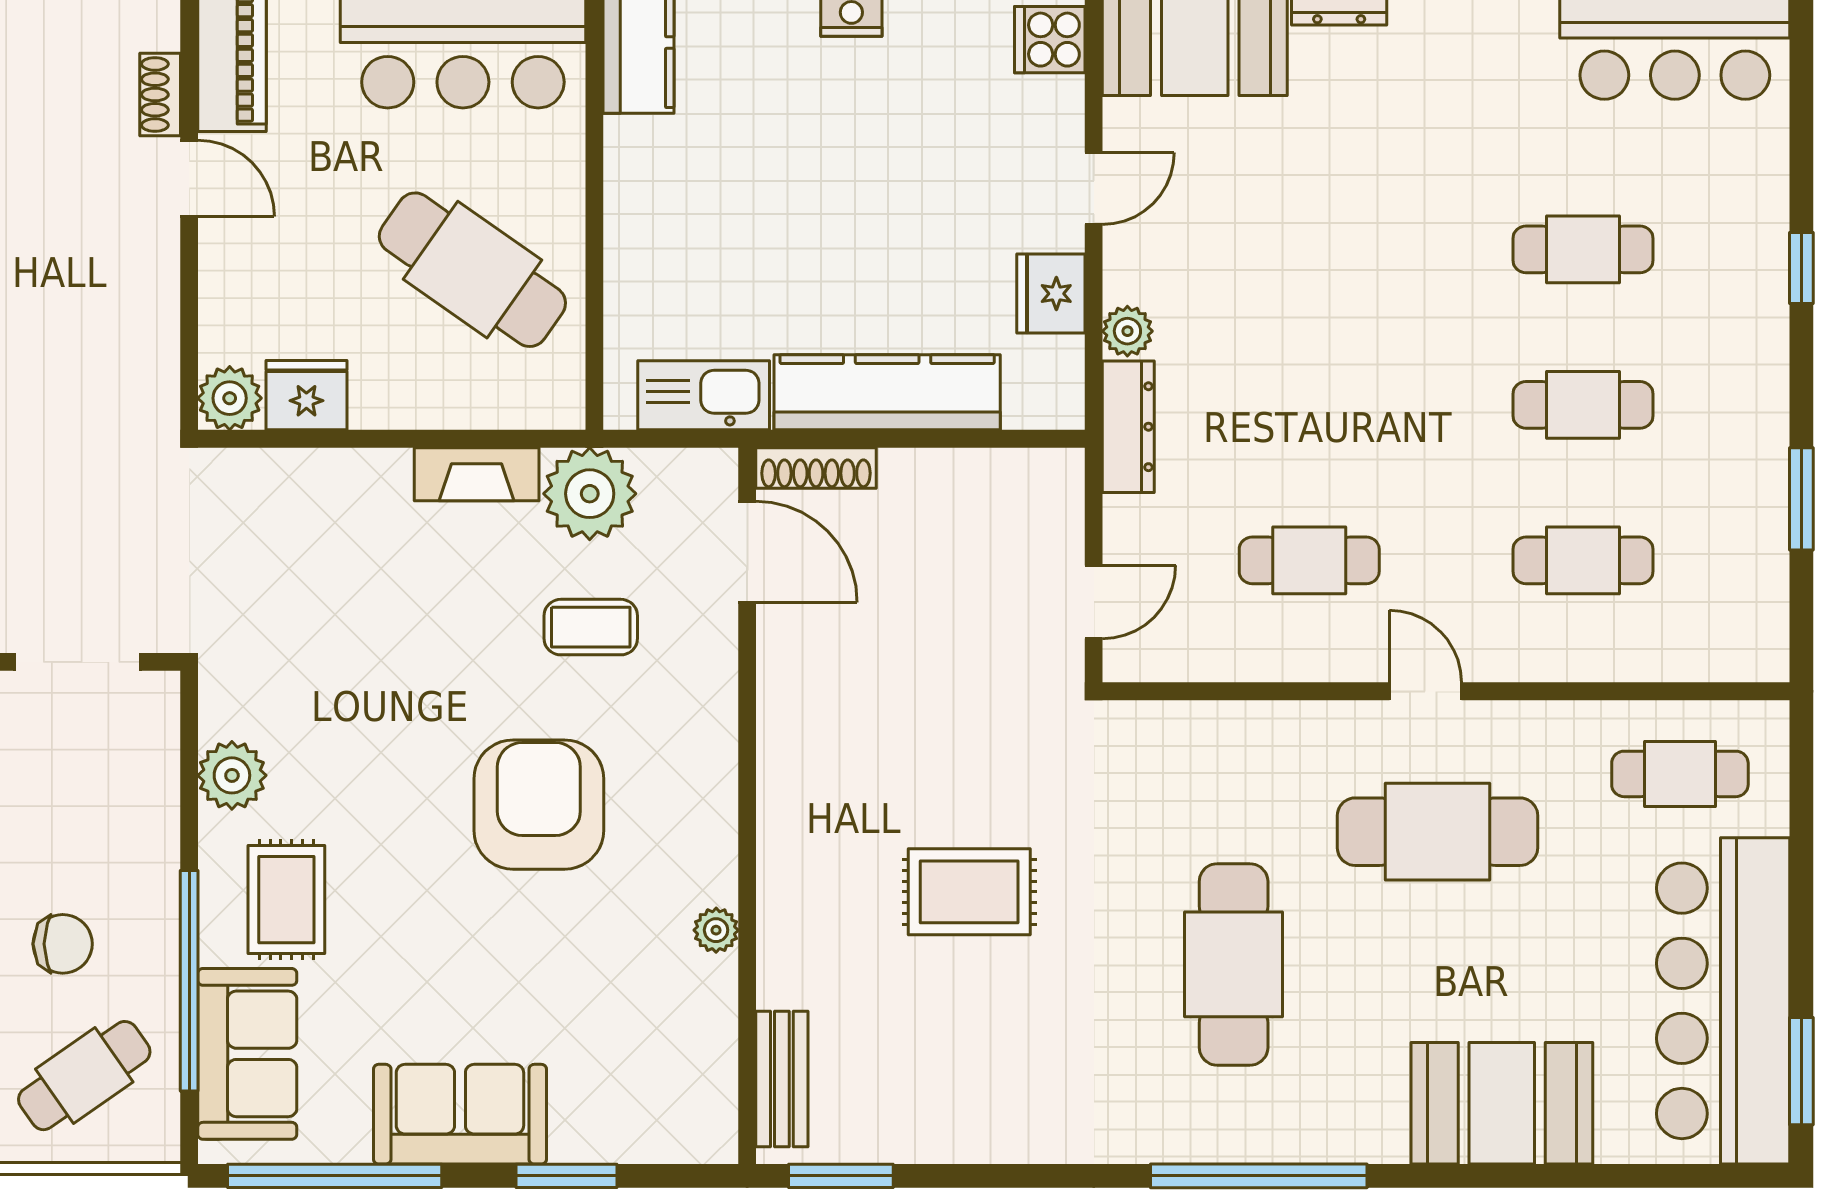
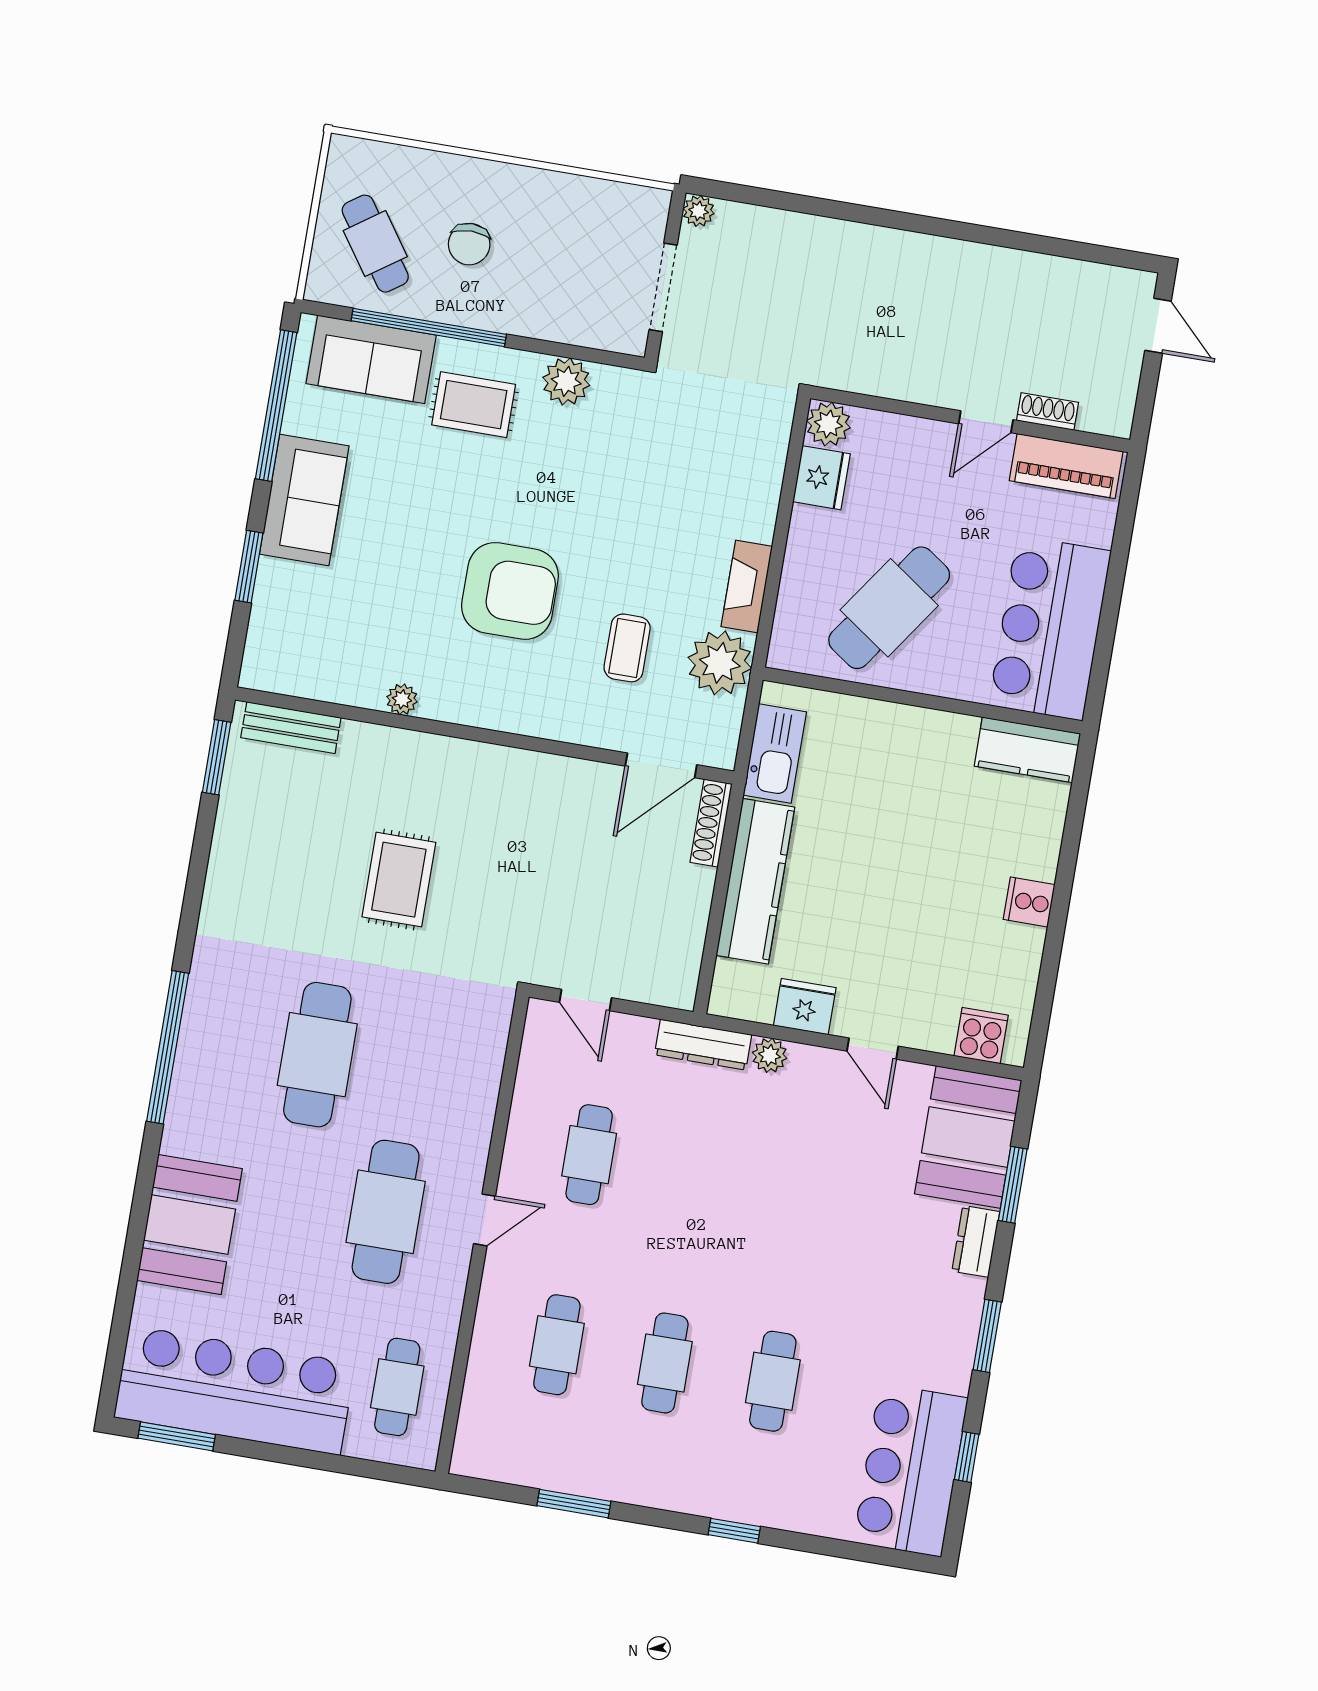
cafe table: (1234, 964) -> (317, 1055), turned 90

